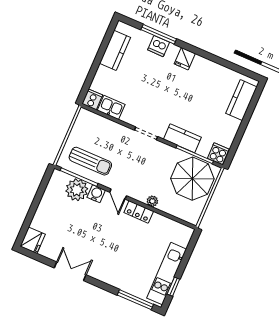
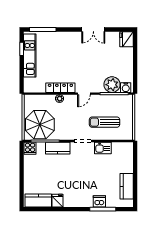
fridge: (185, 59) -> (58, 201), moved
cooker: (92, 99) -> (128, 148), removed
kitchen counter: (241, 100) -> (38, 200), moved, turned -90
kitchen sink: (111, 107) -> (103, 148), moved
sun lounger: (90, 161) -> (105, 122), moved
water cooler: (96, 194) -> (126, 88), moved
door: (118, 194) -> (84, 94), swing flipped
locker: (139, 212) -> (60, 88), width x1.53

